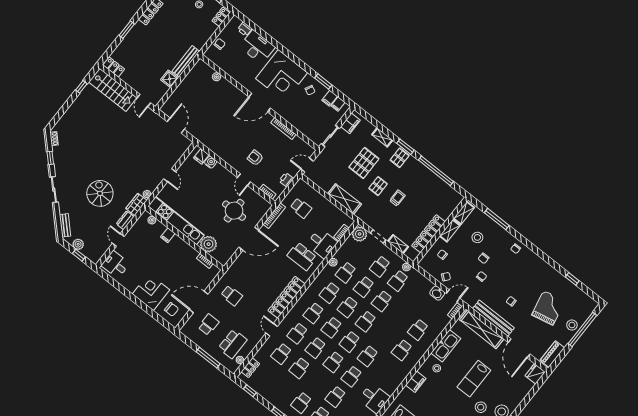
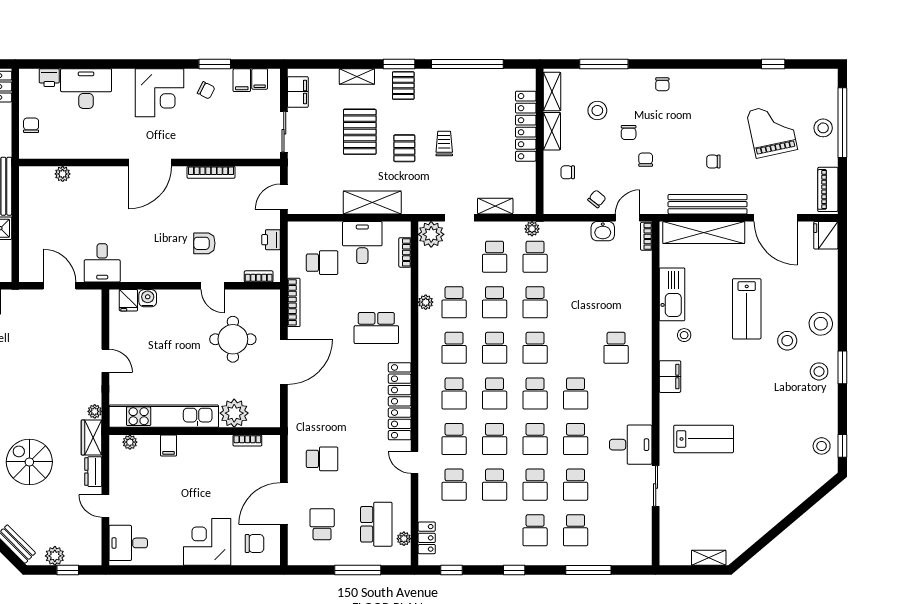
corner desk: (282, 76) -> (160, 93), width x0.74, depth x0.74
desk: (203, 130) -> (102, 263), added
locker: (428, 234) -> (526, 126), moved
desk: (322, 243) -> (362, 243), moved, turned -90
school desk: (418, 330) -> (535, 485), moved

